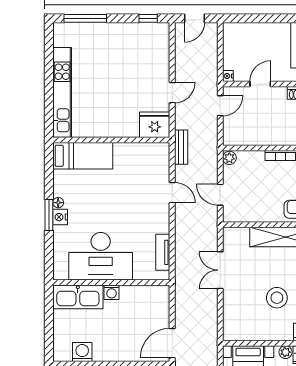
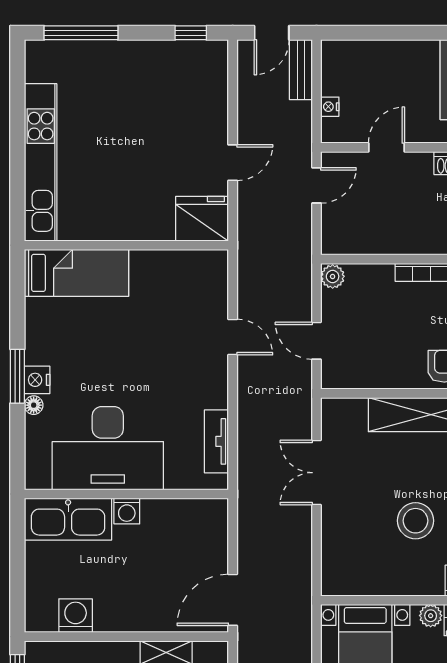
nightstand: (228, 76) -> (330, 107), moved
bench: (181, 147) -> (301, 70), moved
floor lamp: (58, 203) -> (34, 405), moved

